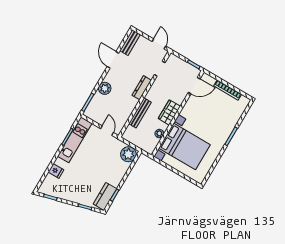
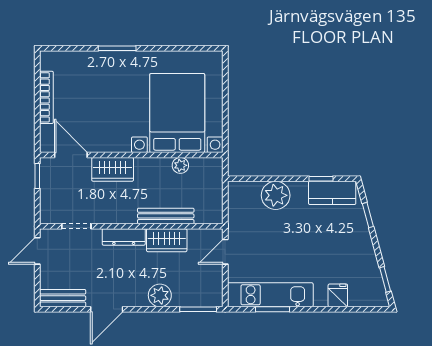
wardrobe: (128, 107) -> (167, 240), added
wardrobe: (169, 112) -> (113, 169), moved
plant: (128, 154) -> (276, 195), moved

